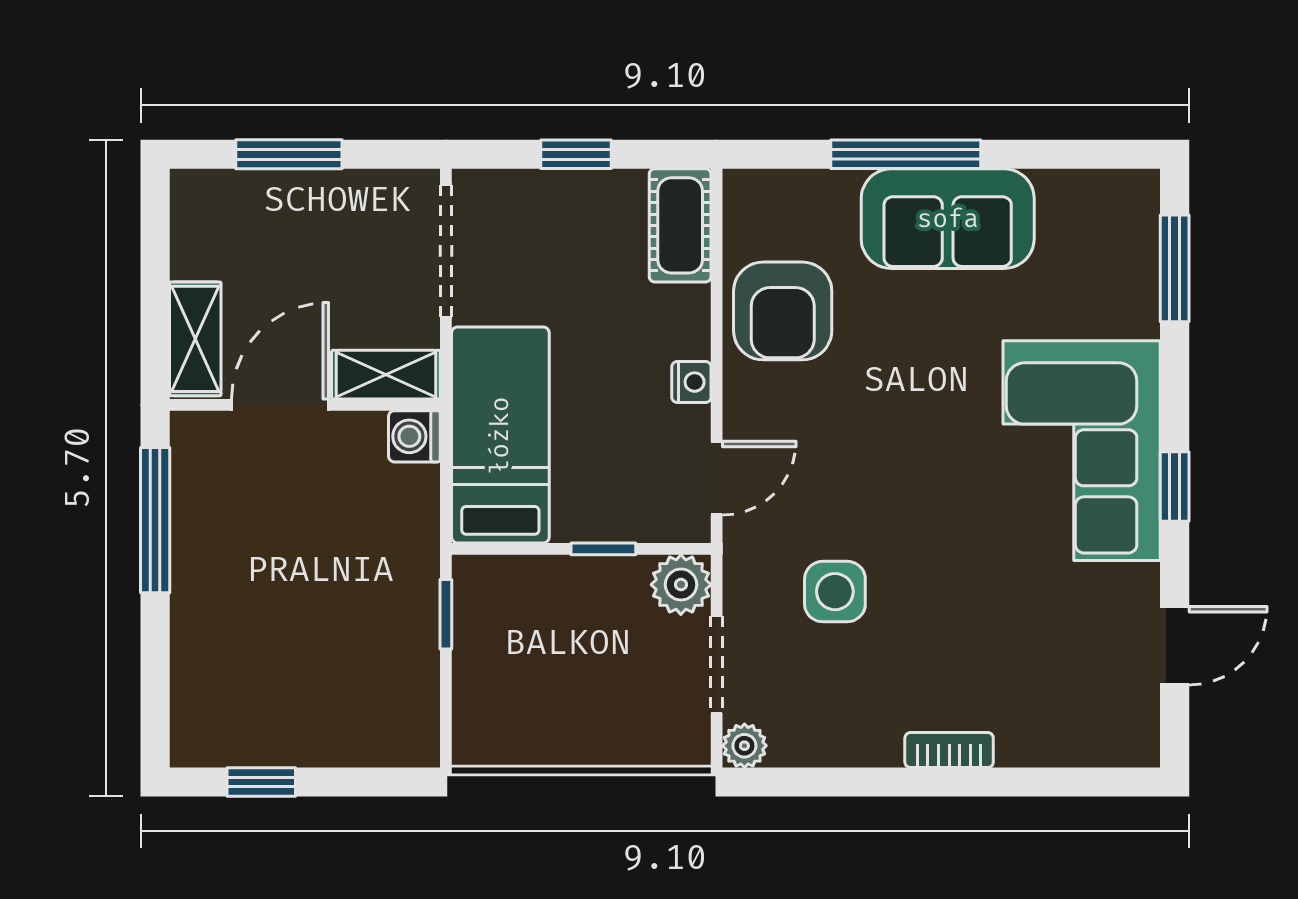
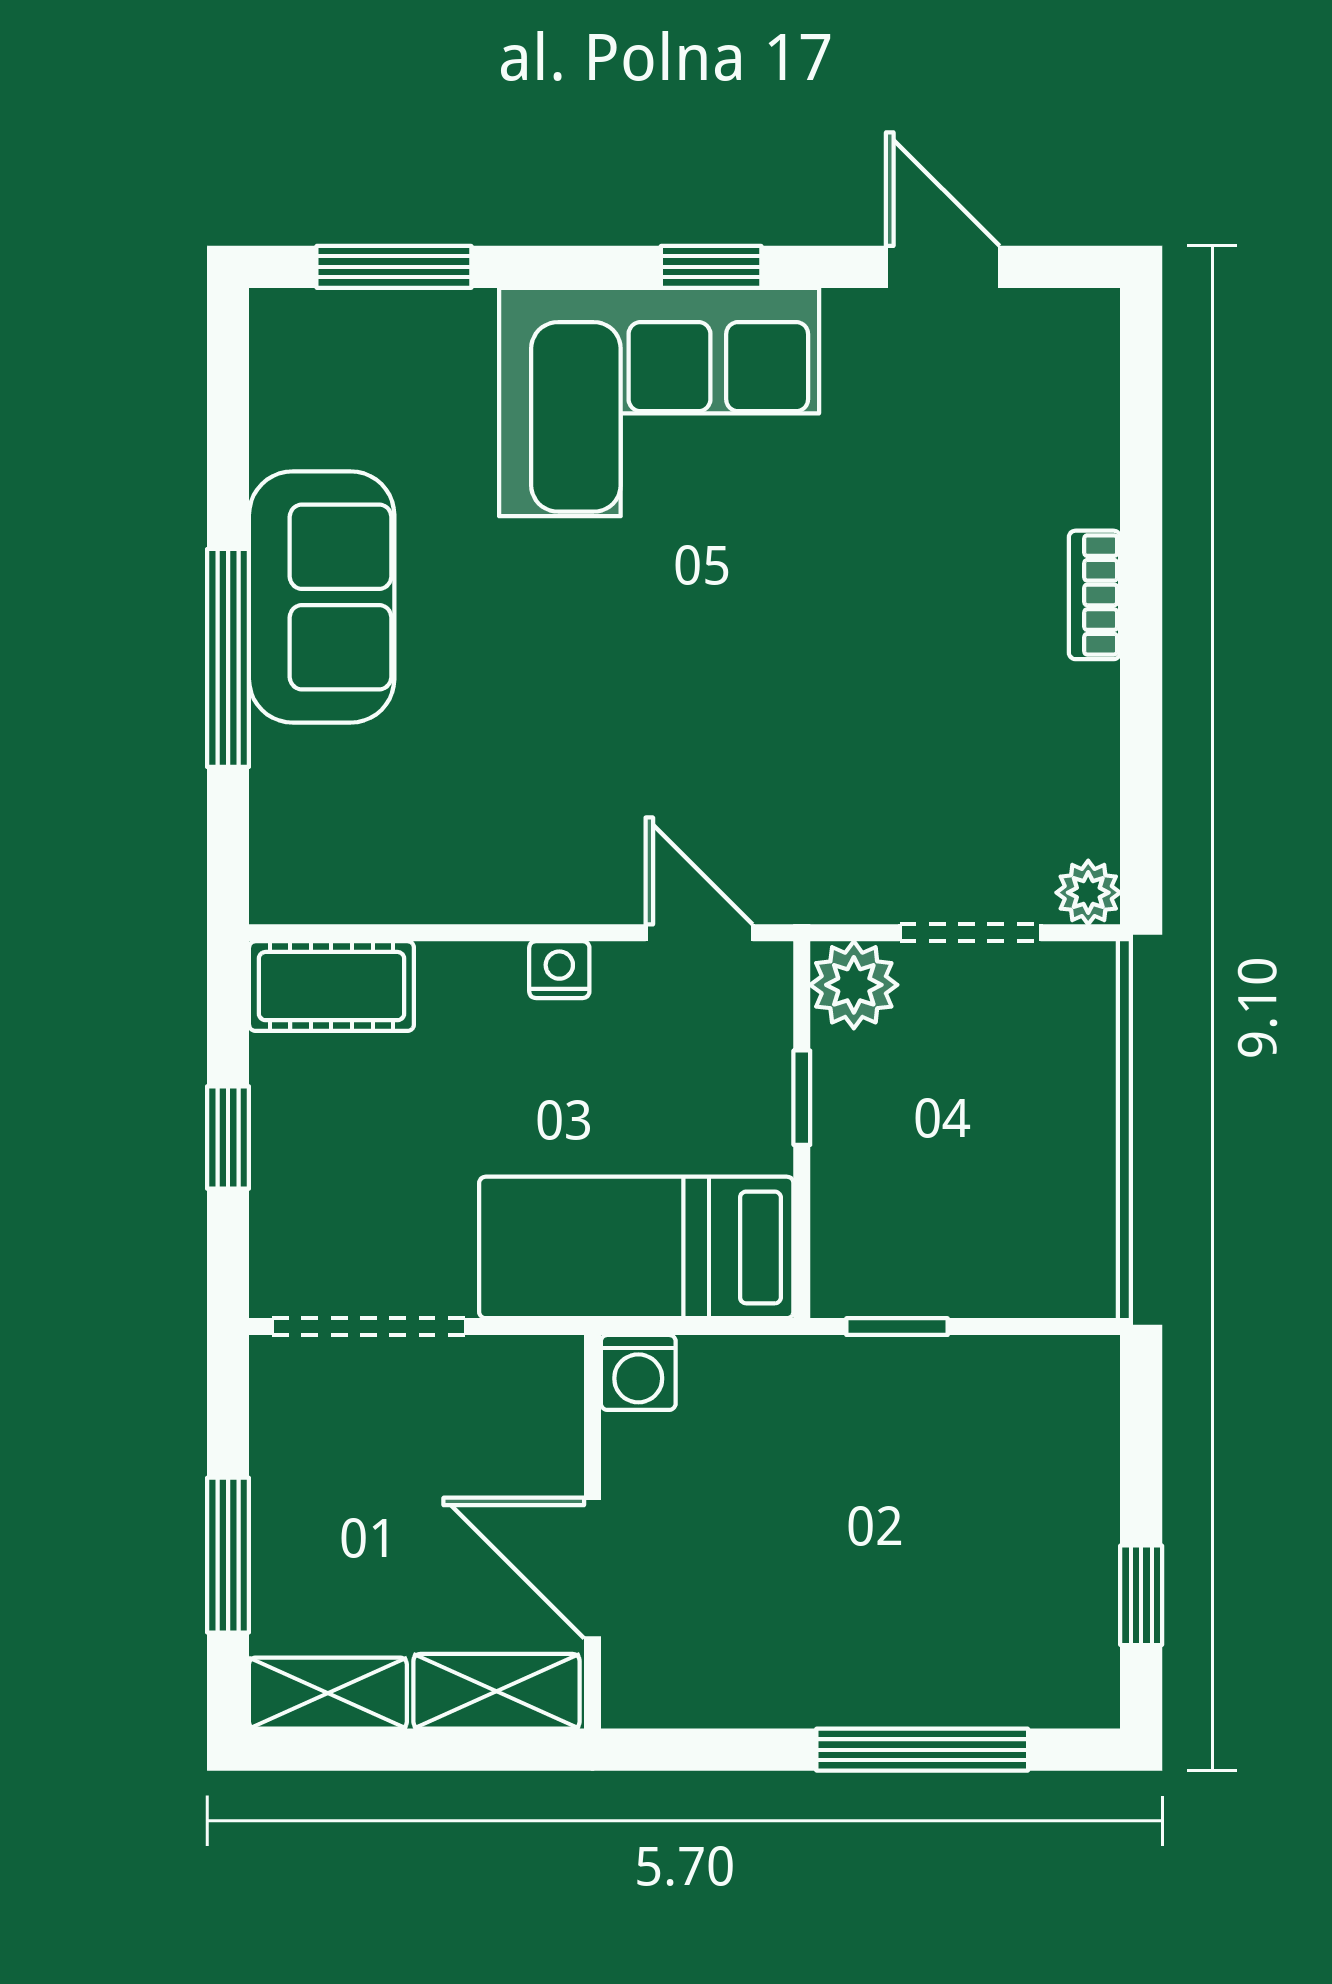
armchair: (783, 311) -> (456, 837), removed
shelving: (386, 375) -> (328, 1693), moved, turned 90
window: (155, 520) -> (922, 1750), moved
side table: (835, 592) -> (864, 761), removed

